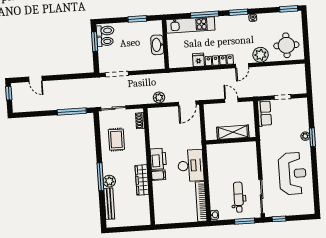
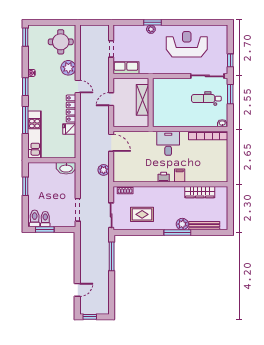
washbasin: (157, 45) -> (66, 168), moved
printer: (158, 159) -> (164, 177), width x0.53, depth x0.68
desk: (191, 166) -> (168, 143), width x0.73
wardrobe: (142, 180) -> (200, 192), moved

